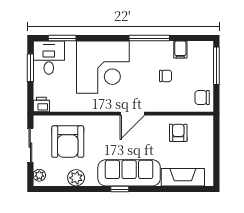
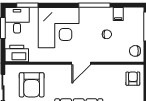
printer: (41, 104) -> (17, 54), width x1.87, depth x1.48
armchair: (178, 133) -> (133, 79), moved

